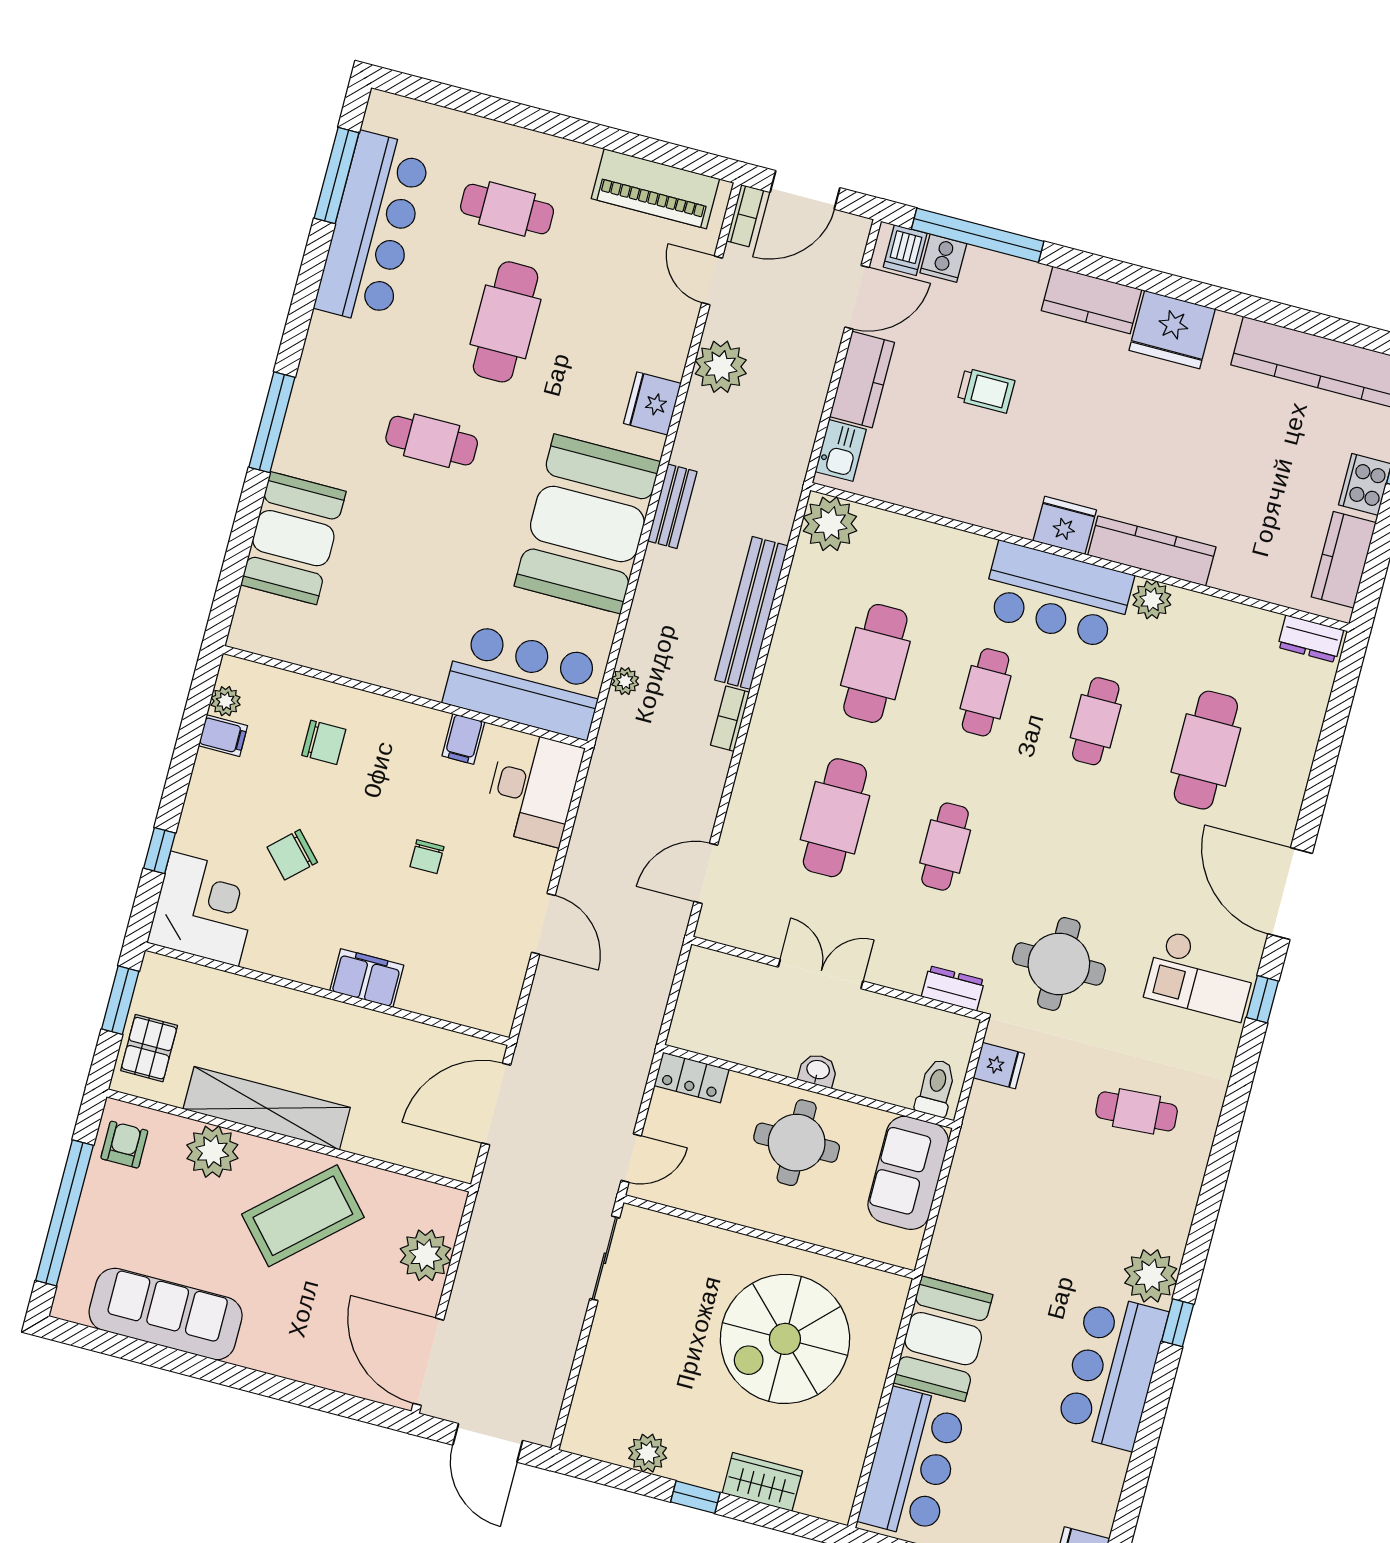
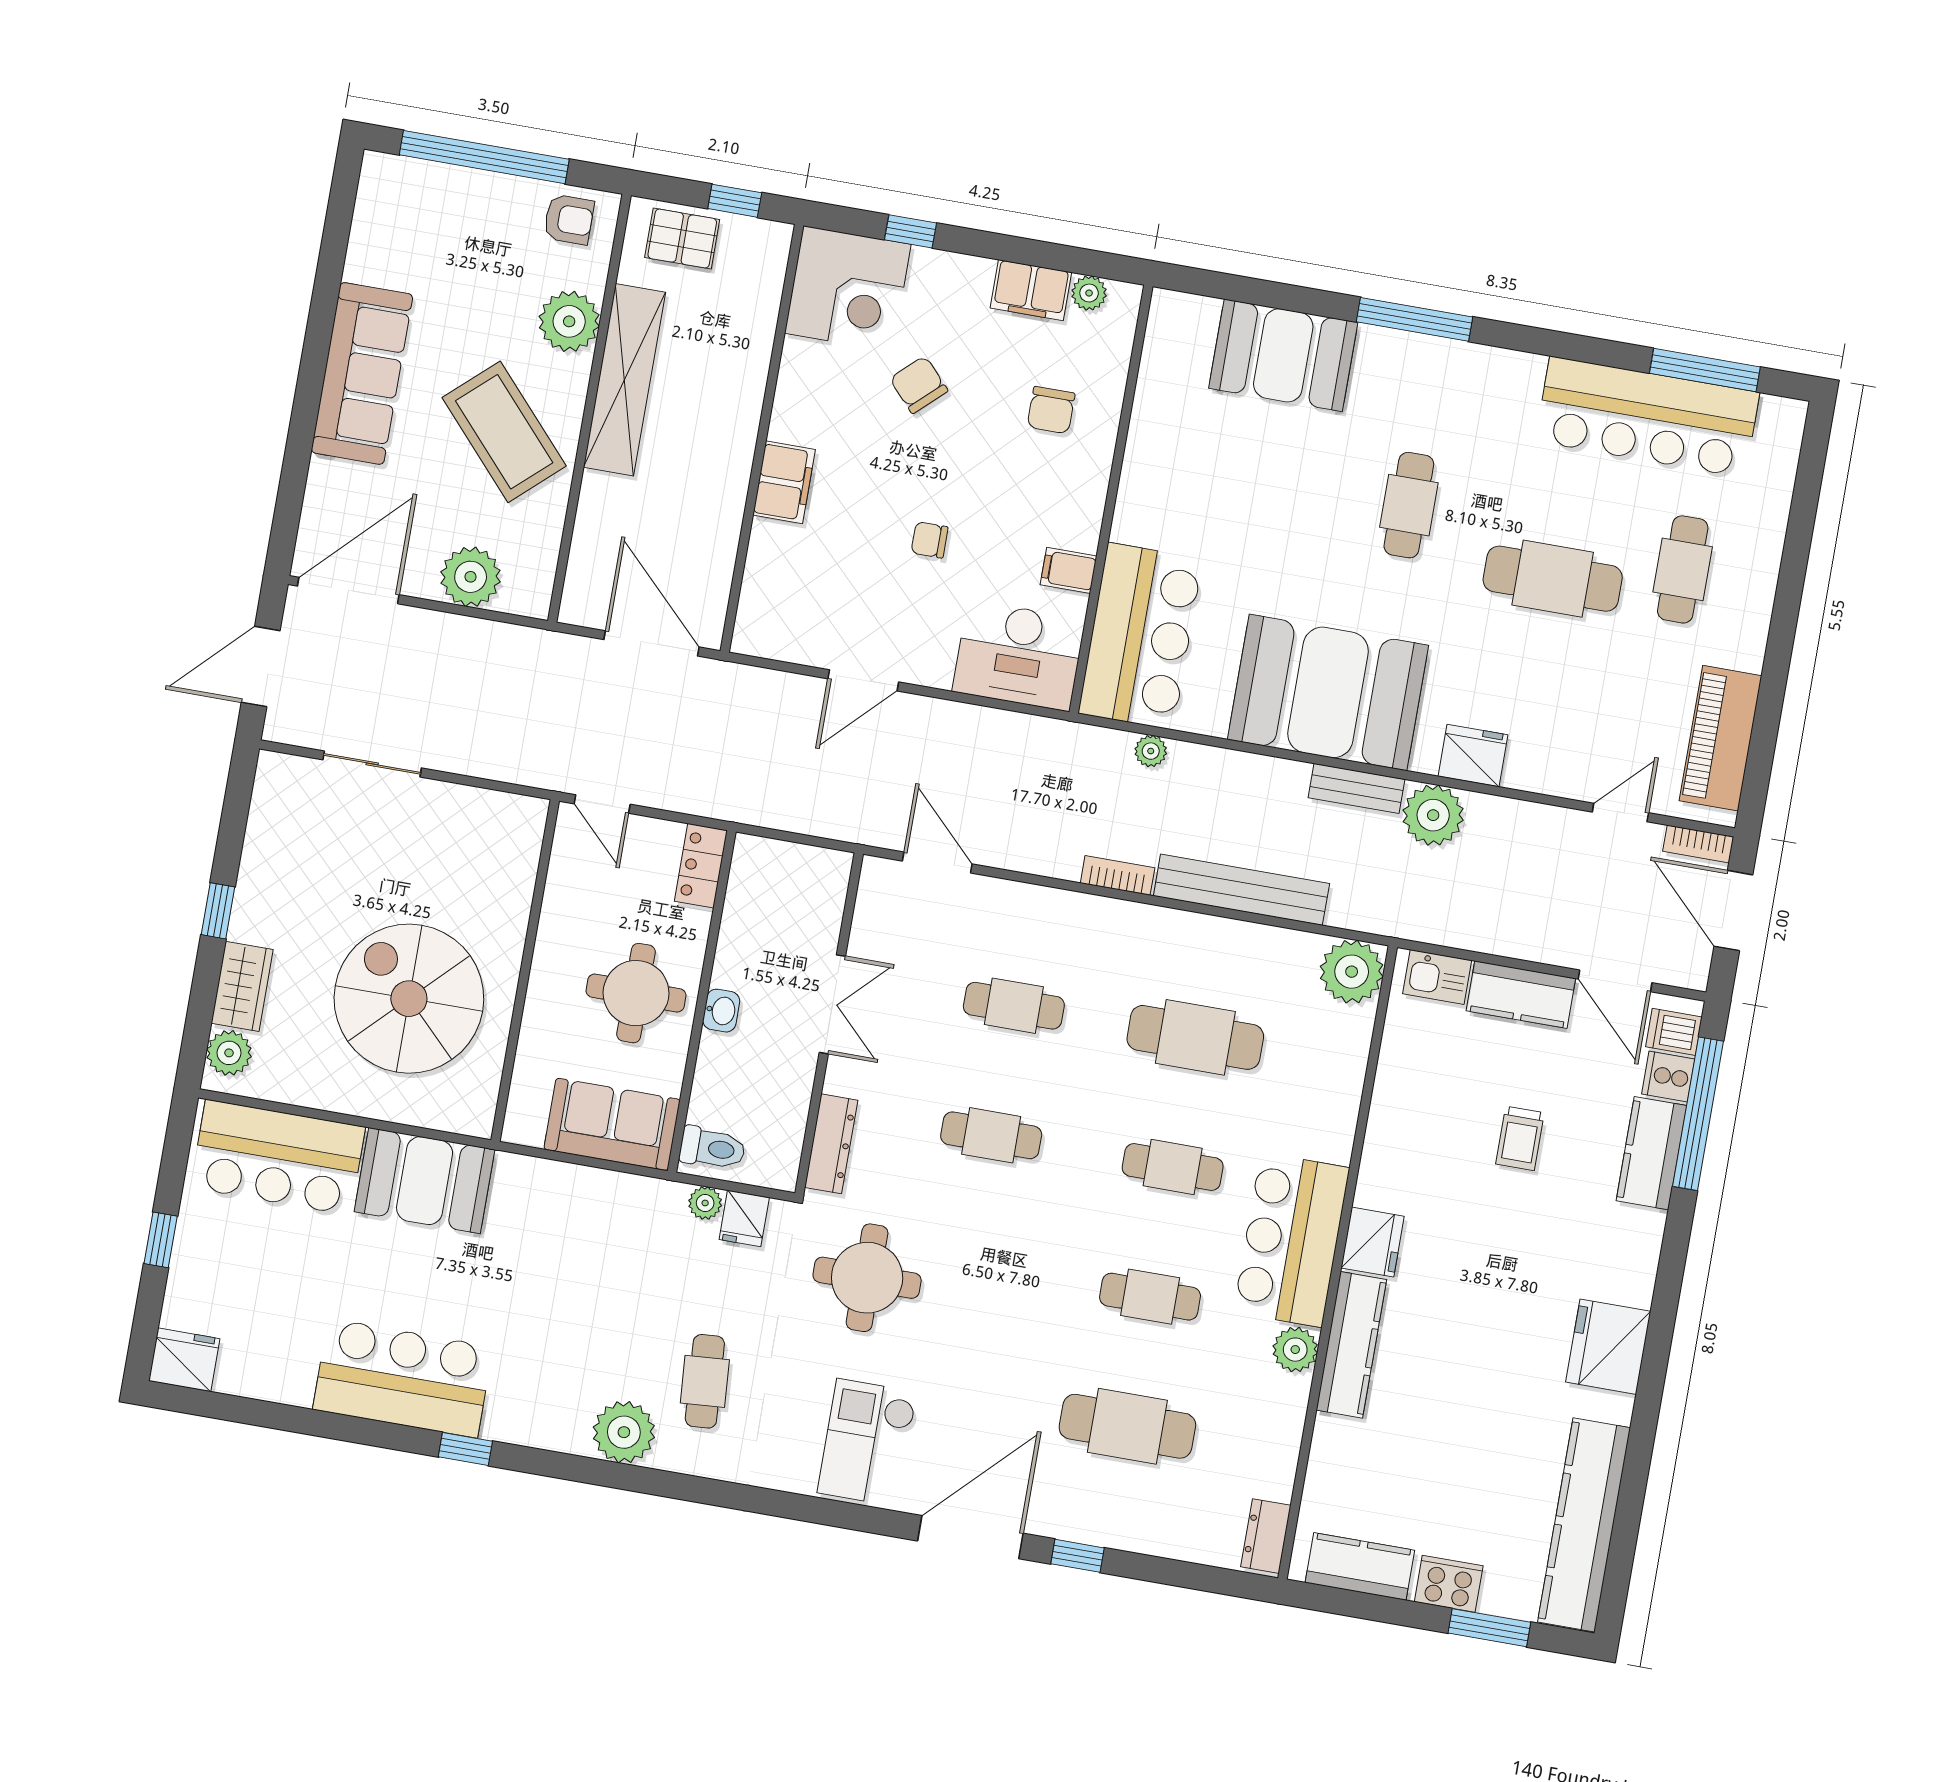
kitchen counter: (1091, 300) -> (1651, 1153), moved
plant: (721, 367) -> (1433, 815), moved
filing cabinet: (223, 736) -> (1031, 290), width x2.00
cafe table: (835, 818) -> (1014, 1006), width x0.73, depth x0.74
dresser: (953, 988) -> (831, 1144), width x1.44
window: (1262, 999) -> (1077, 1556), moved
window: (120, 1000) -> (735, 201), width x0.67
plant: (983, 1098) -> (705, 1203), added
sliding door: (605, 1258) -> (372, 764), moved
plant: (1151, 1276) -> (624, 1432), moved
sofa: (166, 1314) -> (362, 373), moved
plant: (648, 1453) -> (229, 1053), moved

